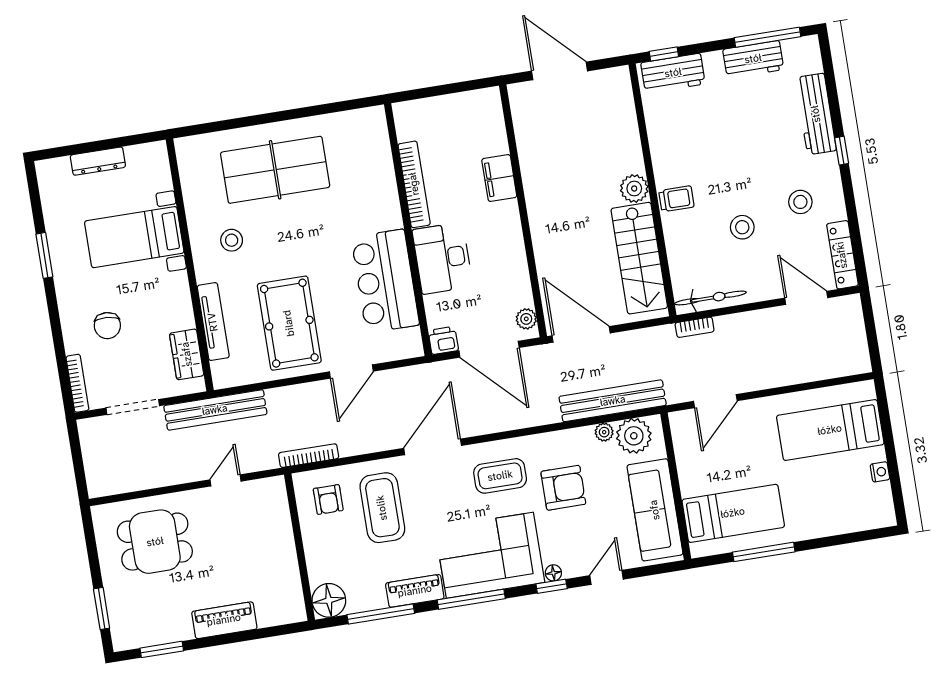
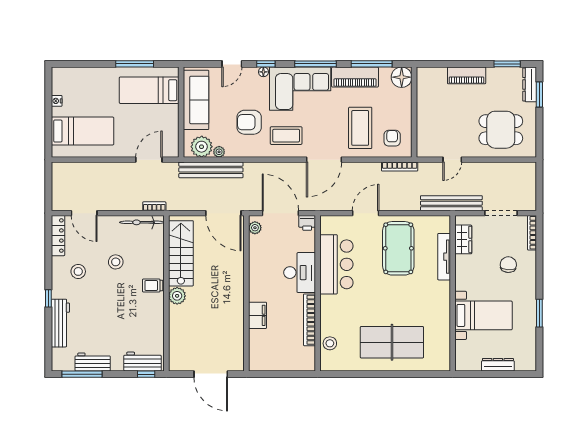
stool: (232, 240) -> (330, 343), moved
piano: (415, 591) -> (355, 77), width x1.37, depth x1.33
dresser: (120, 622) -> (530, 84), added

